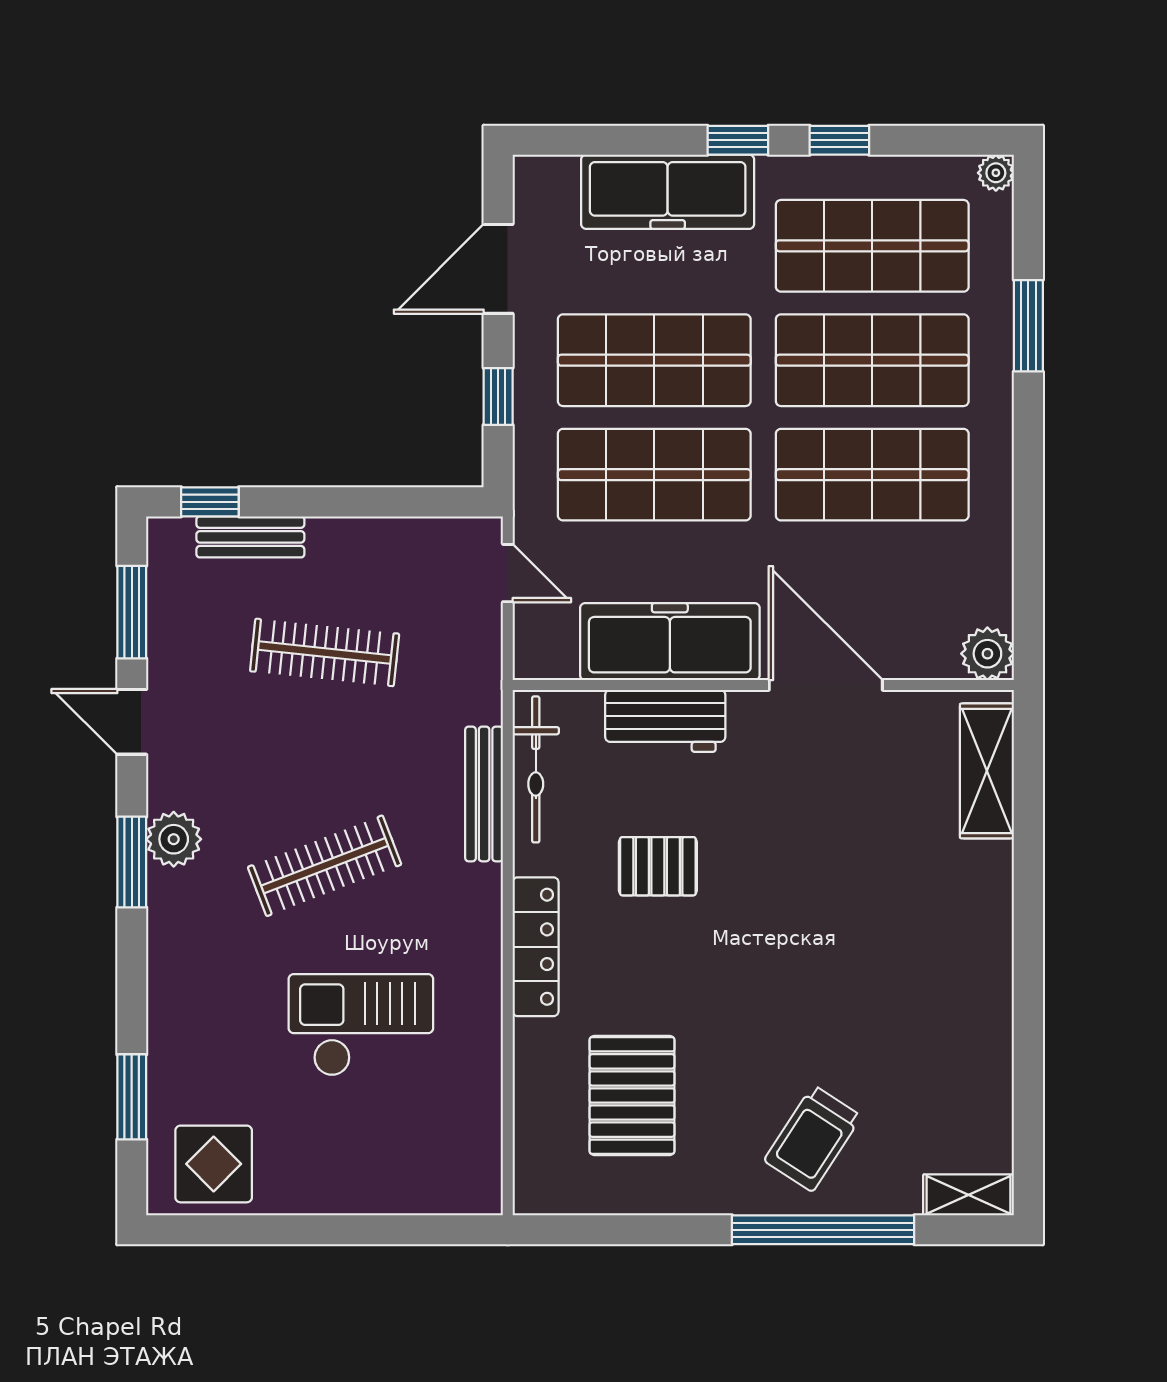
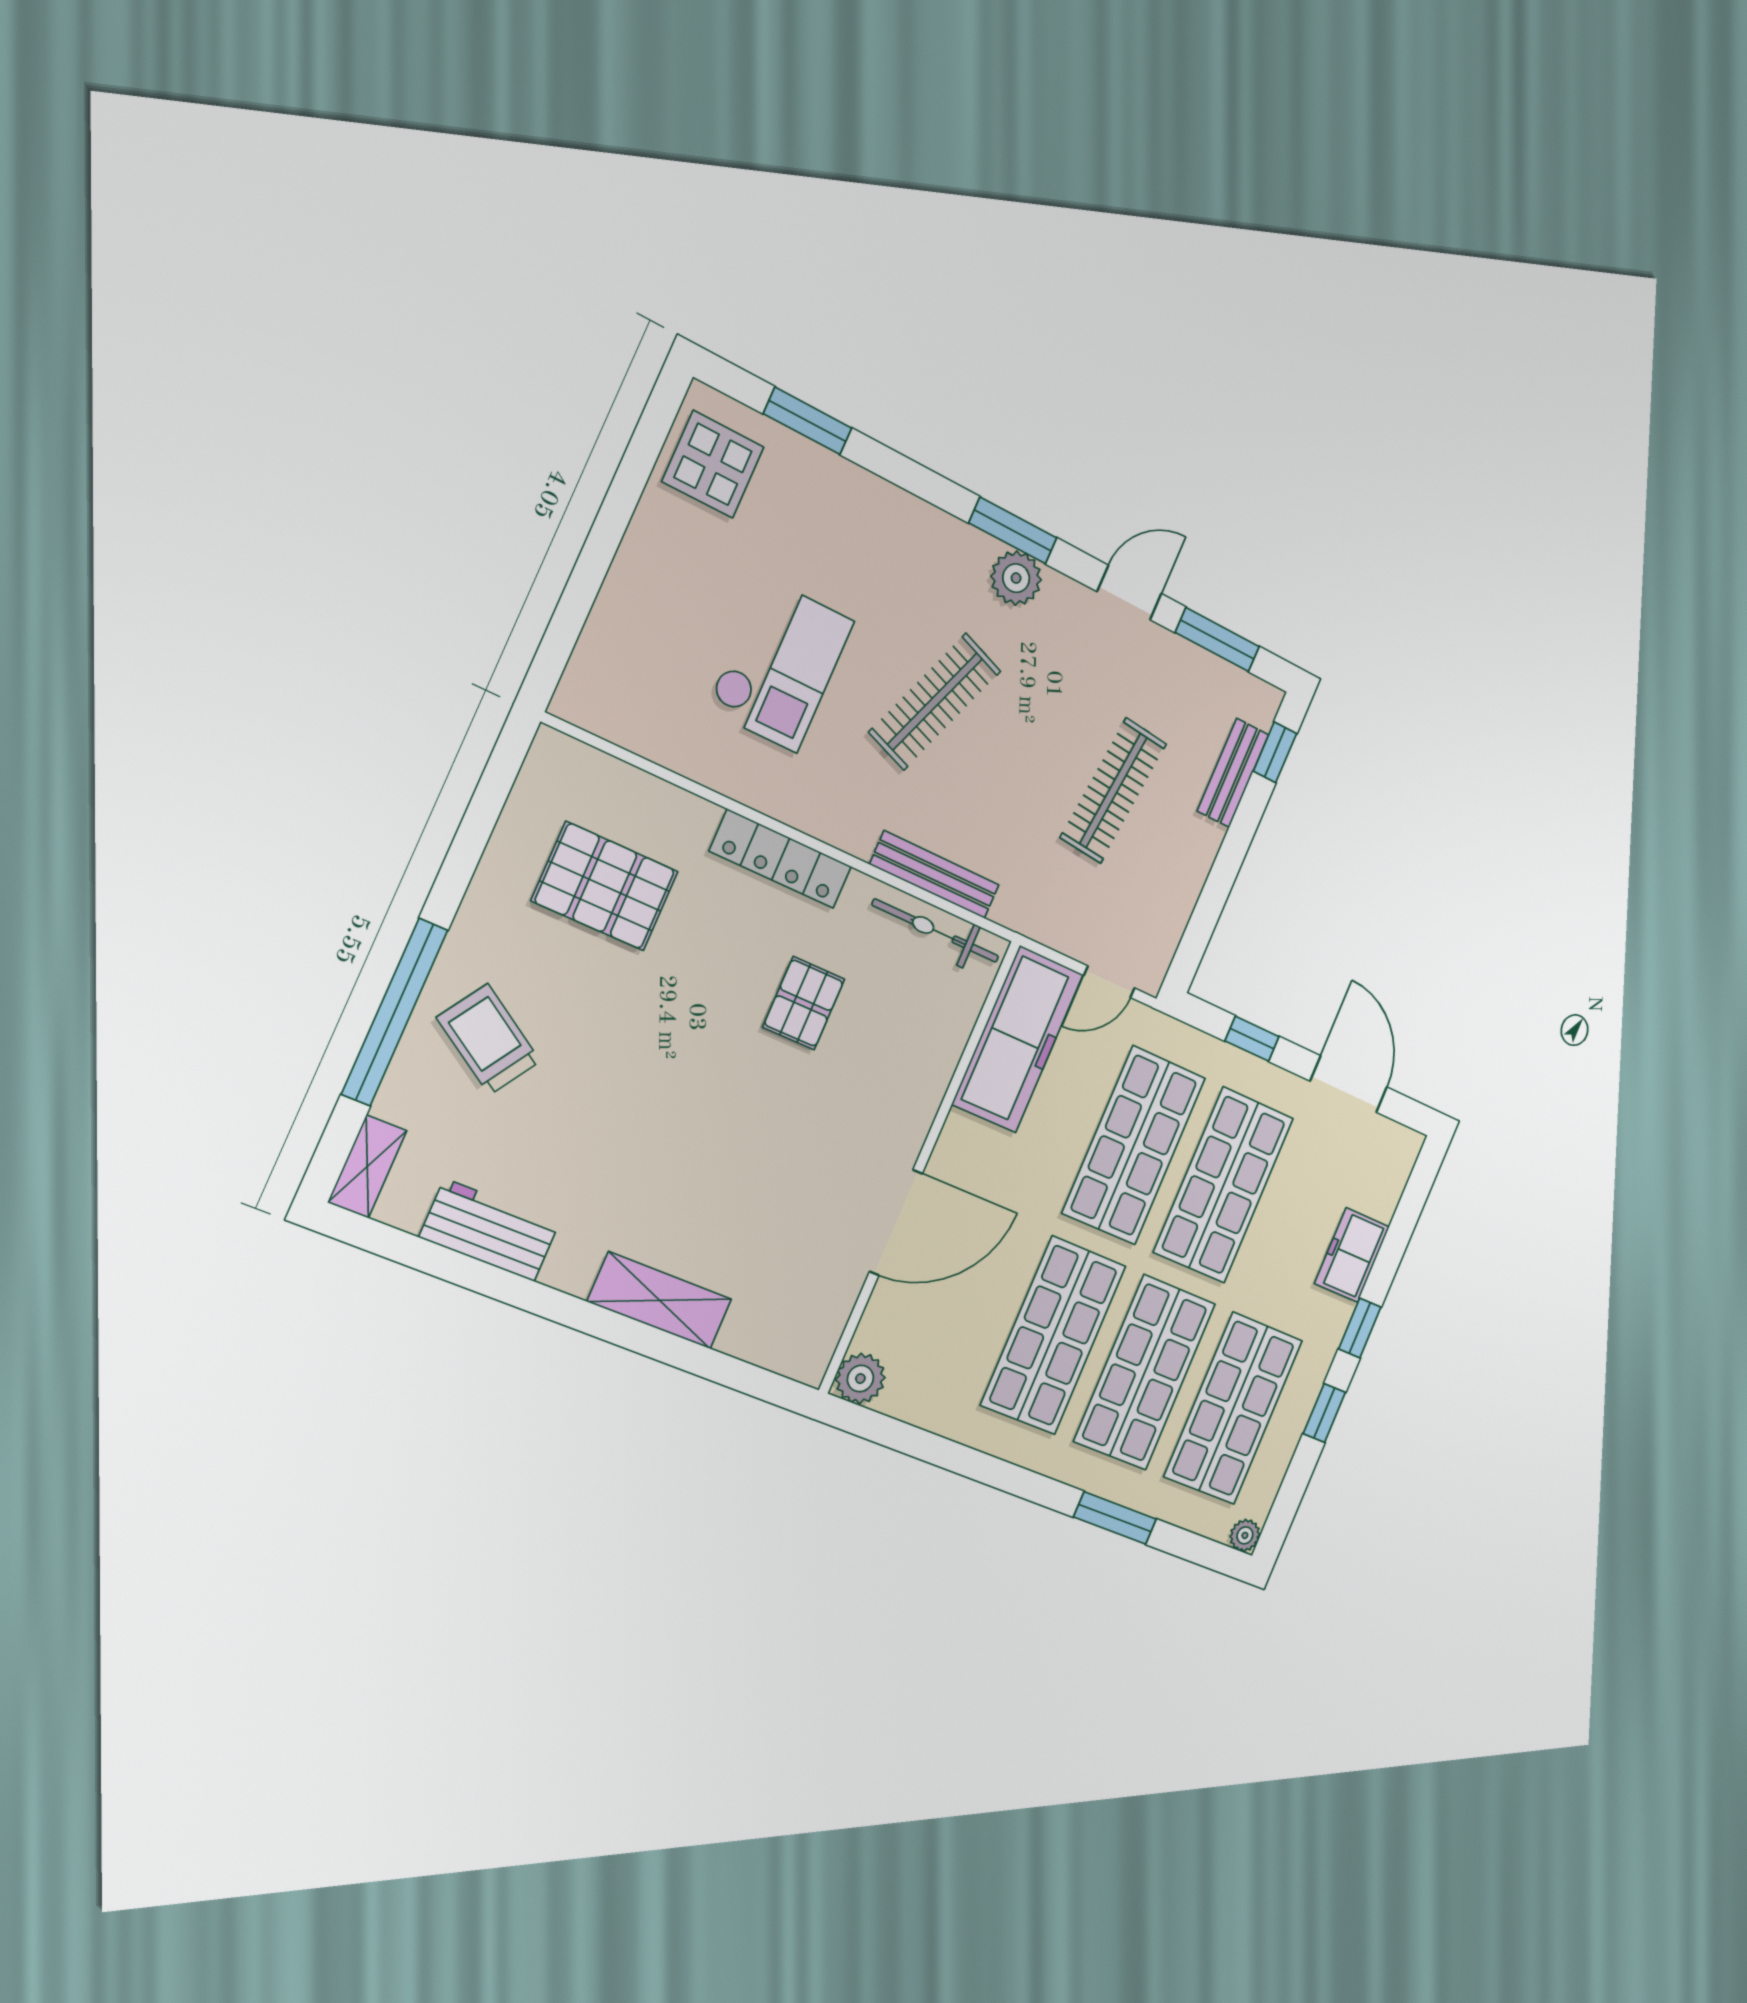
freezer: (668, 192) -> (1352, 1255), width x0.52, depth x0.79
freezer: (670, 642) -> (1018, 1039), moved
workbench: (665, 721) -> (490, 1230), moved, turned 90
shelving: (987, 771) -> (660, 1300), moved
clothes rail: (325, 866) -> (935, 701), turned 42

